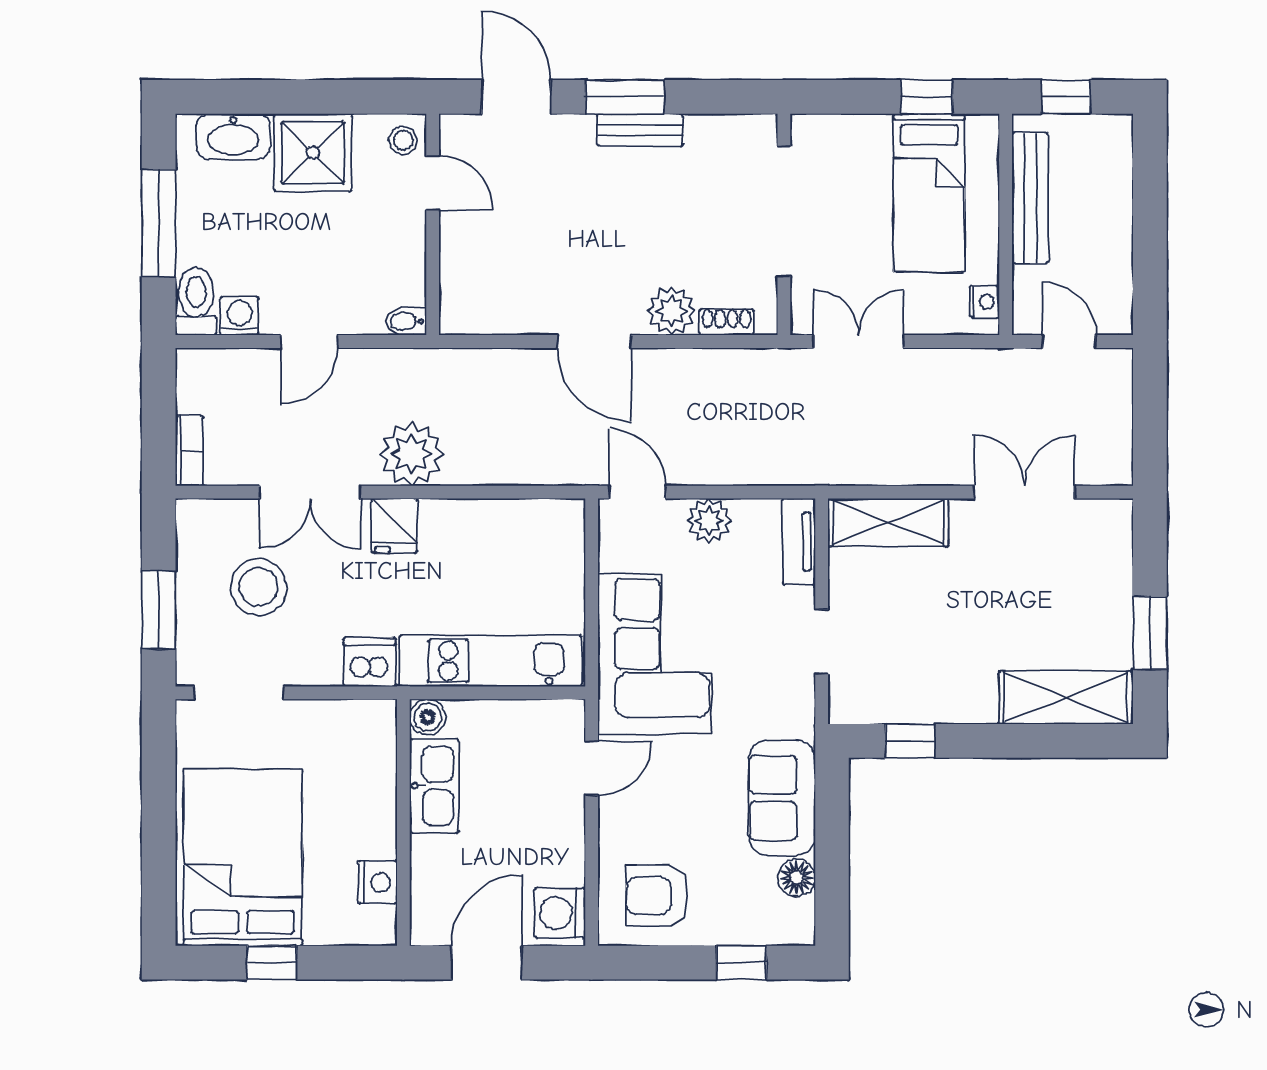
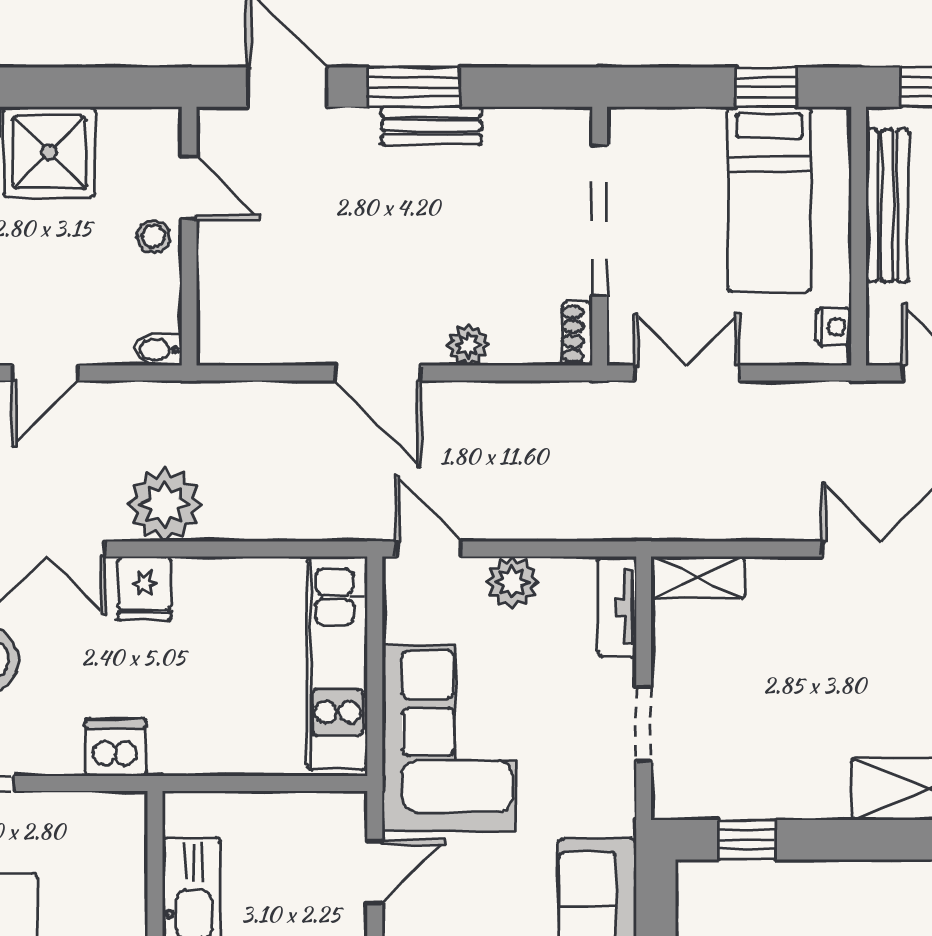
stool: (403, 140) -> (153, 236), moved
plant: (672, 311) -> (468, 345), width x0.73, depth x0.73
shoe rack: (726, 322) -> (577, 334), moved, turned -90
shelving: (888, 522) -> (698, 577), width x0.67, depth x0.75
kitchen unit: (490, 661) -> (337, 663), moved, turned -90
boiler: (428, 717) -> (183, 812), removed

